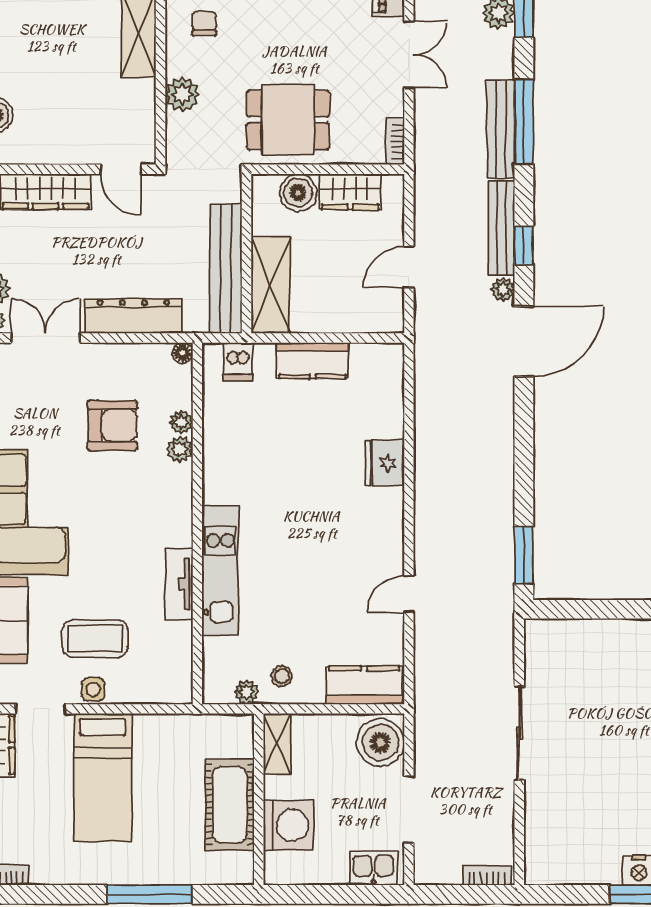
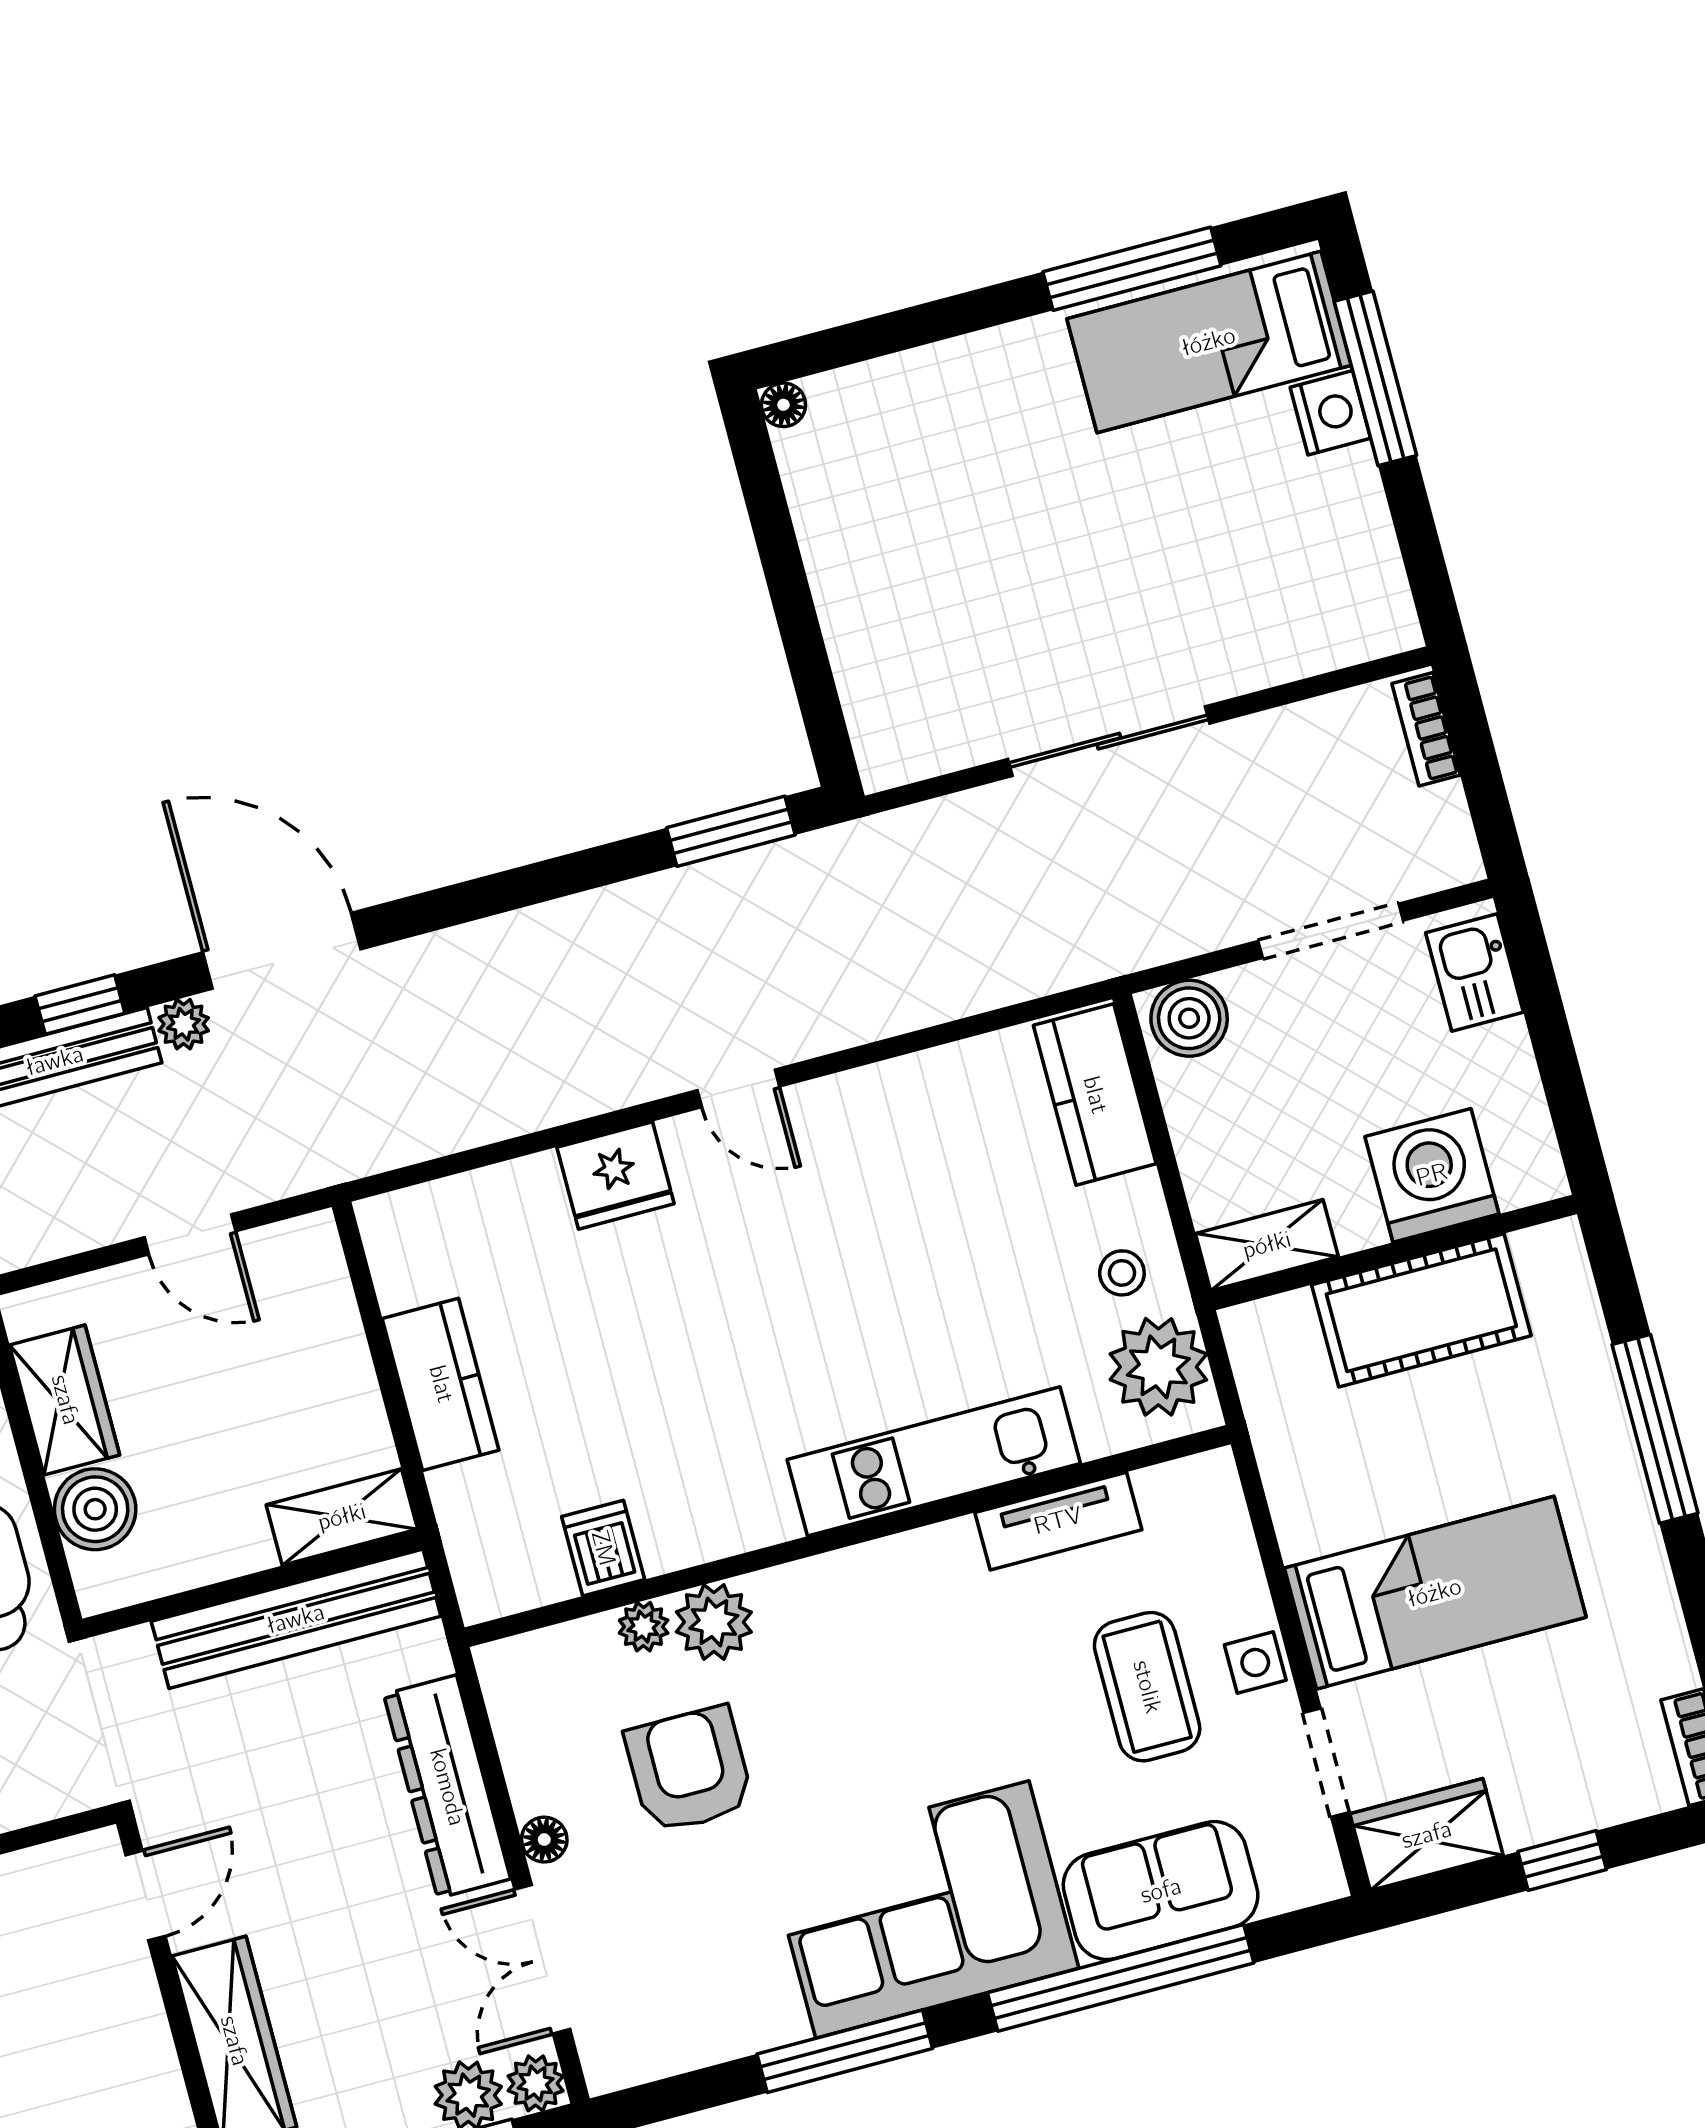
shelving: (270, 285) -> (342, 1517), width x0.67, depth x0.75
floor lamp: (182, 353) -> (544, 1840), moved
dishwasher: (238, 361) -> (603, 1548), moved, turned -90
plant: (180, 449) -> (714, 1622), width x1.38, depth x1.38
tv unit: (179, 584) -> (1058, 1521), moved
door: (409, 594) -> (738, 1088), moved
plant: (246, 692) -> (1158, 1367), width x1.88, depth x1.88
boiler: (380, 742) -> (1189, 1018), width x0.73, depth x0.73

